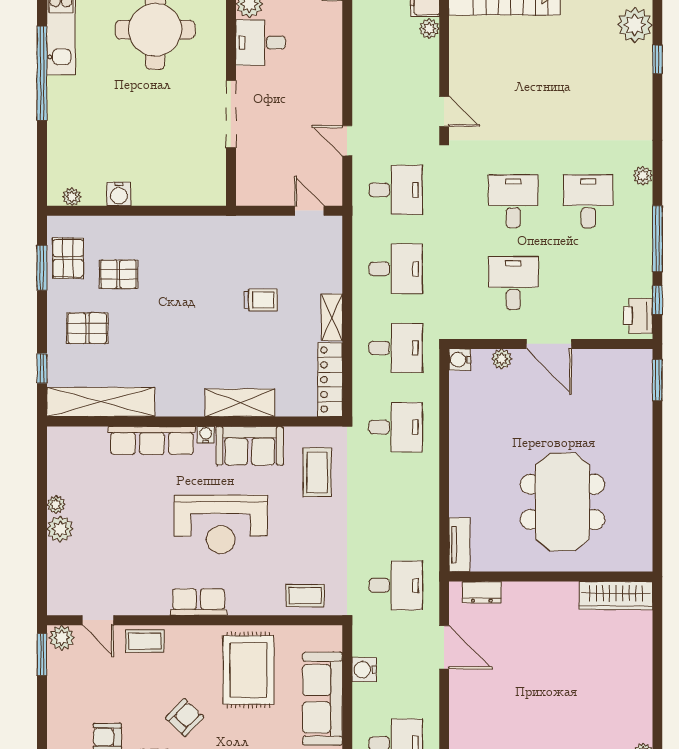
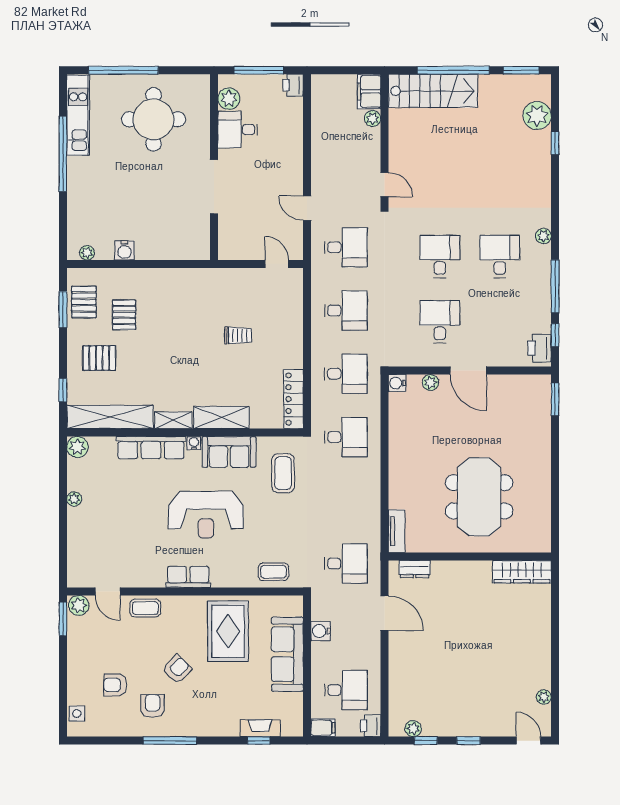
pallet: (118, 274) -> (124, 315), turned 90
shelving: (332, 317) -> (173, 420), moved, turned 90
plant: (60, 529) -> (77, 447), moved

